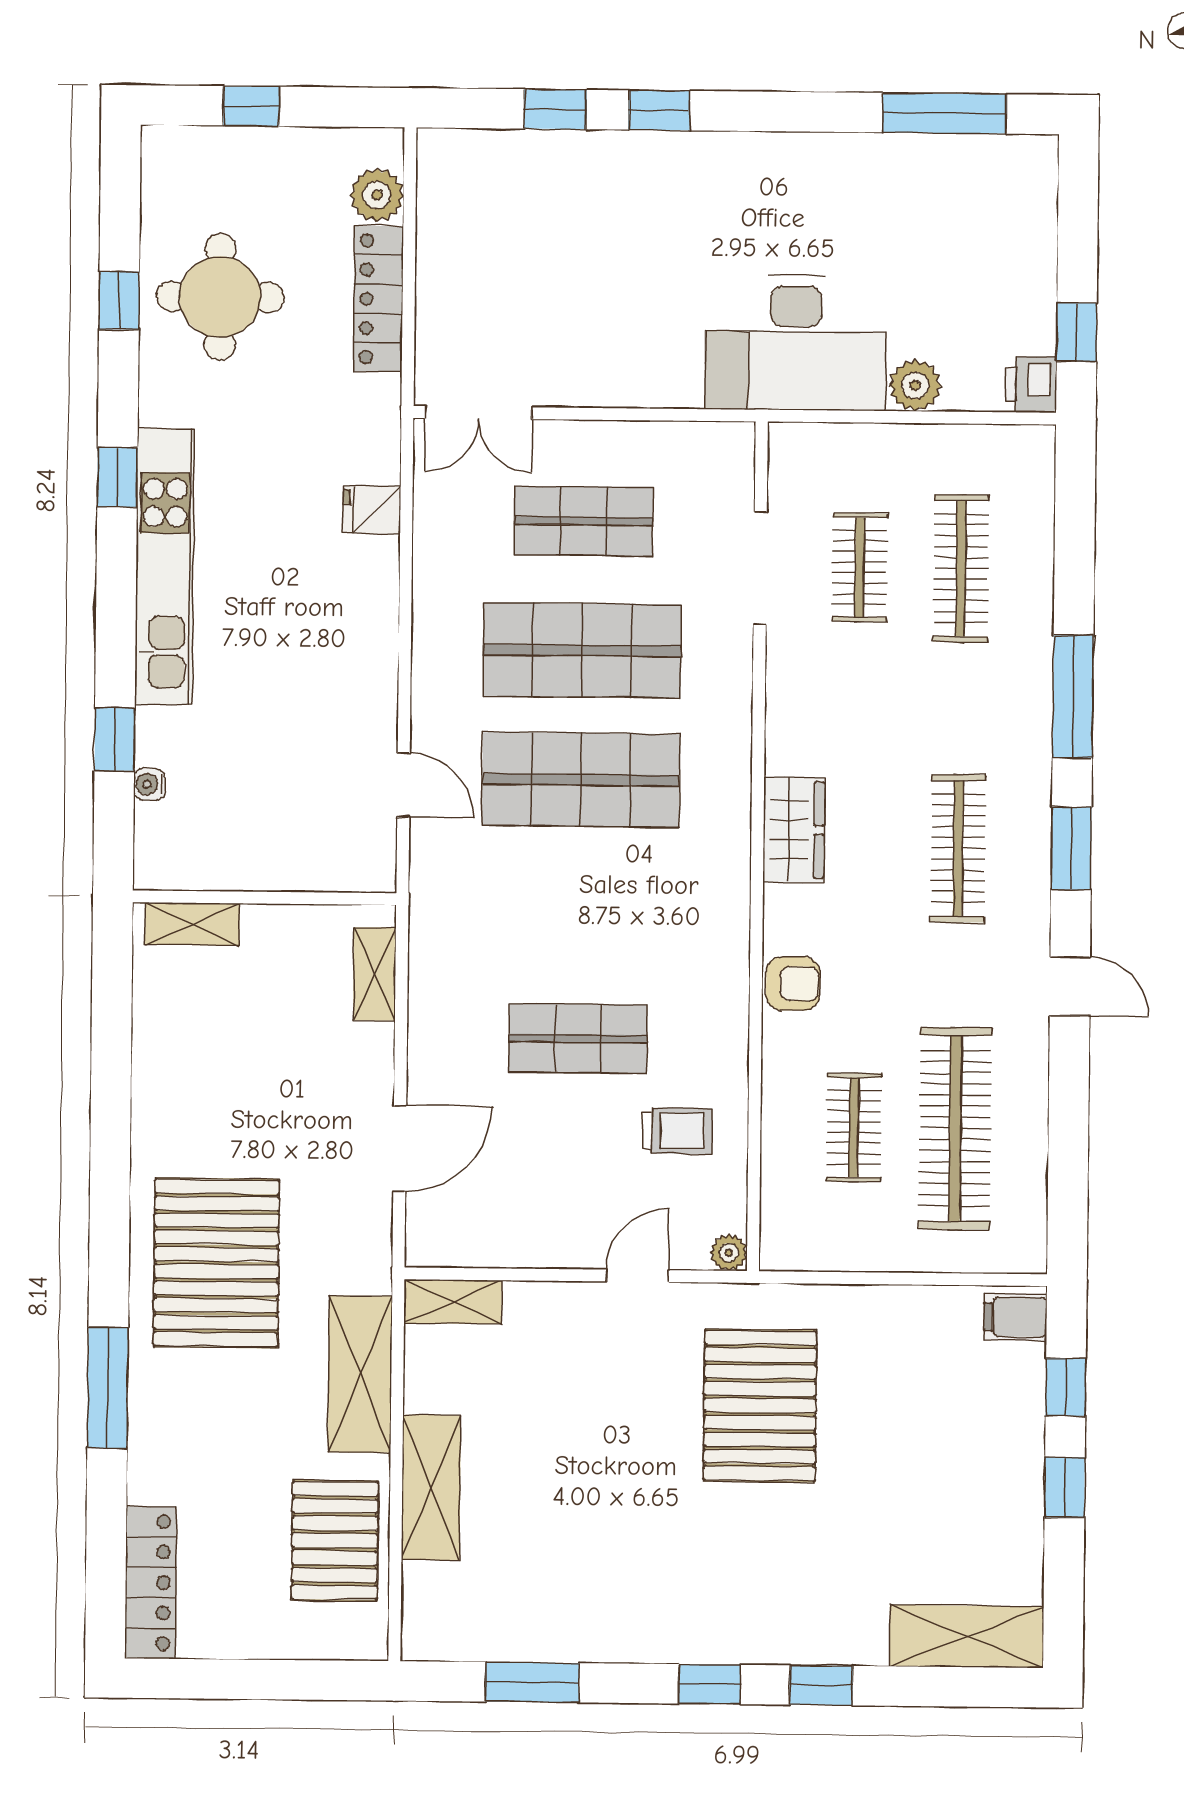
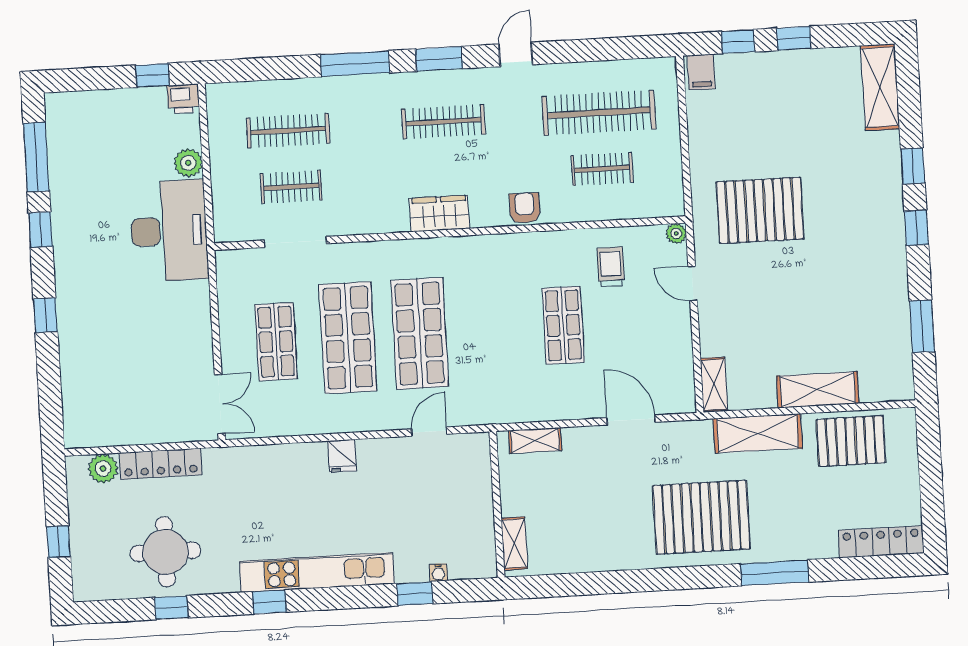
window: (555, 109) -> (40, 230), moved
fridge: (372, 510) -> (342, 456), moved

